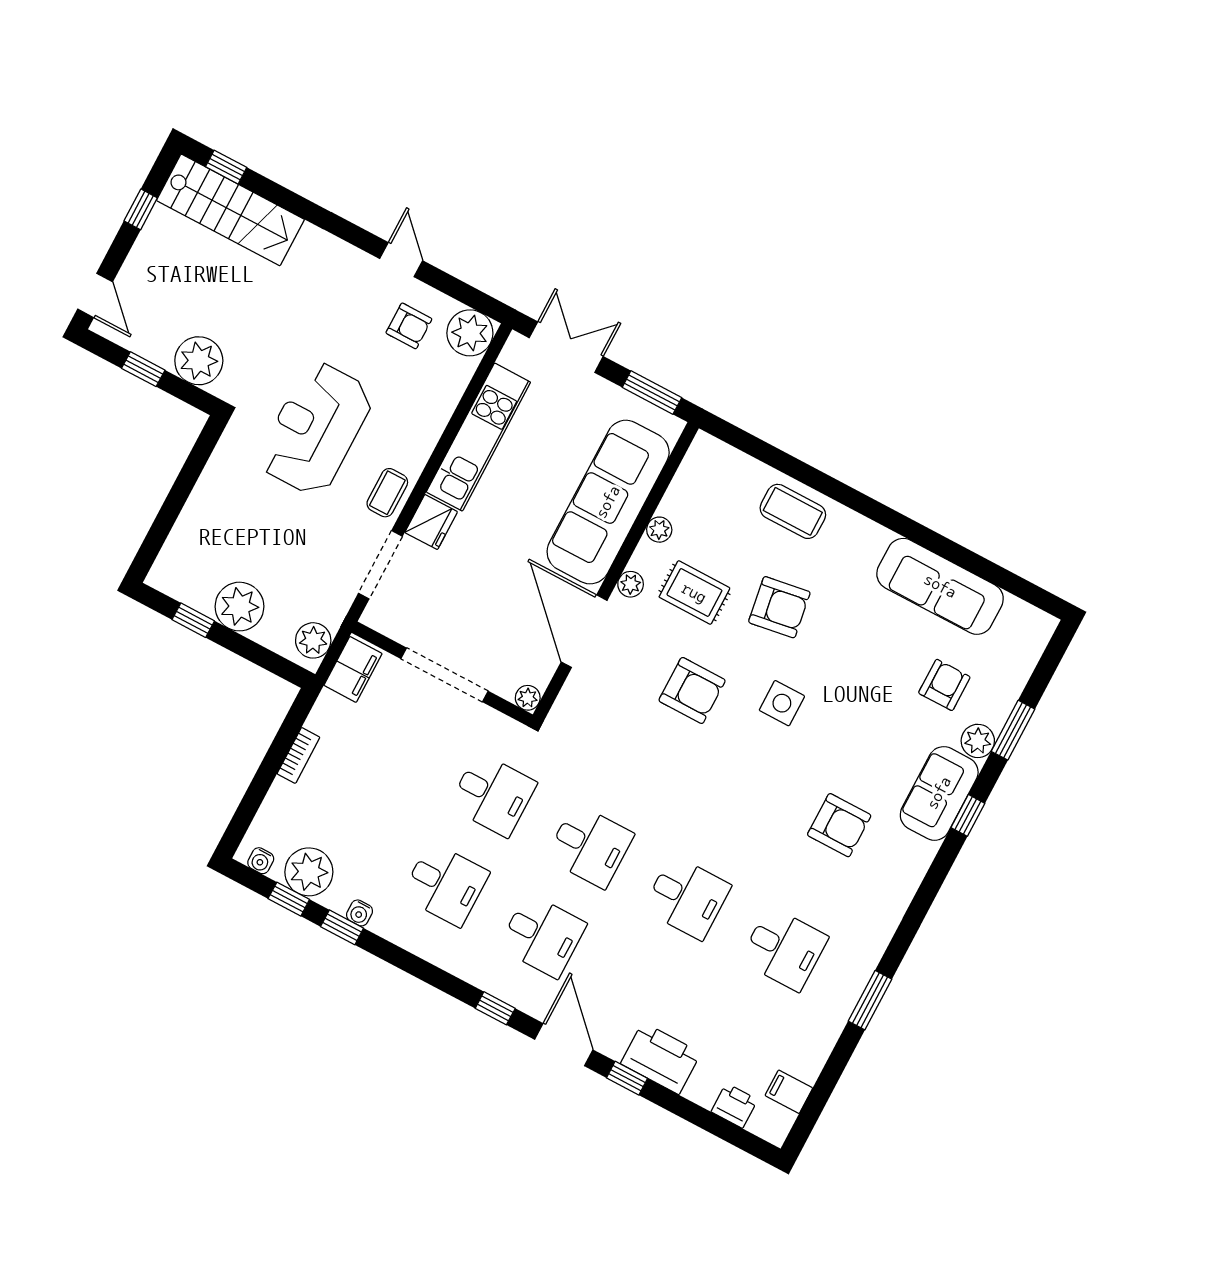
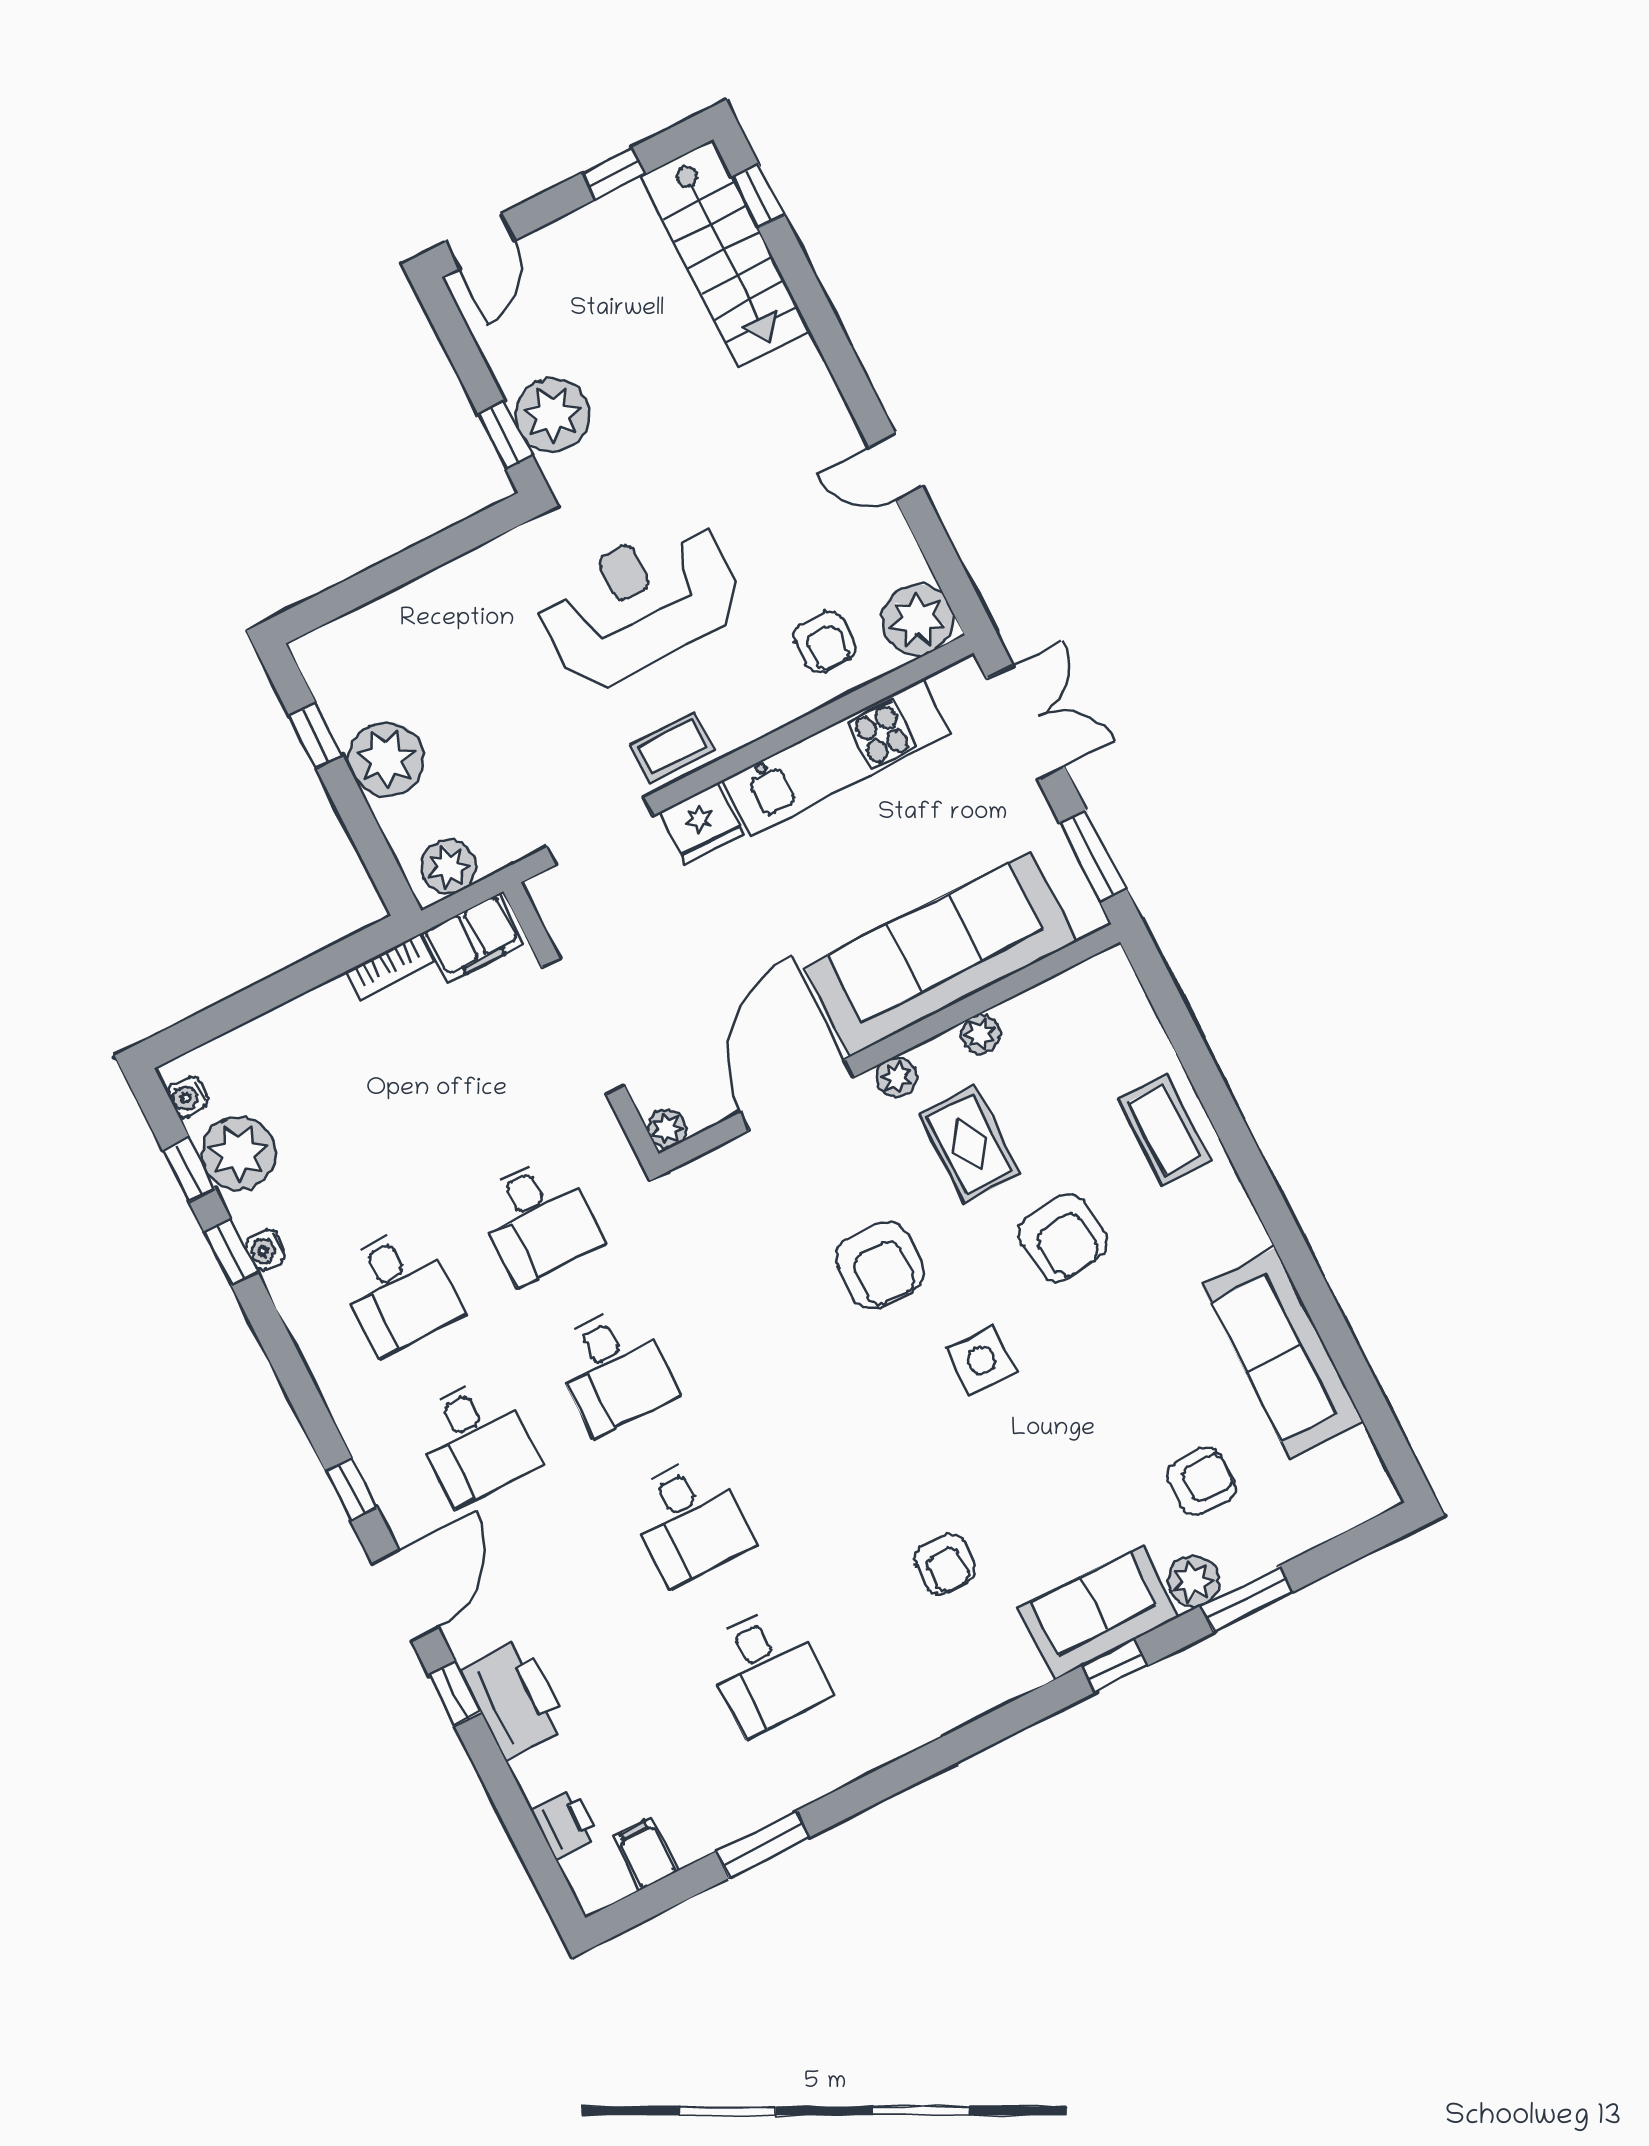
door: (401, 260) -> (896, 467), swing flipped
armchair: (409, 326) -> (825, 642), moved
window: (143, 369) -> (505, 435), moved
bookcase: (298, 755) -> (390, 967), moved
armchair: (839, 825) -> (945, 1564), width x0.72, depth x0.72
window: (870, 1000) -> (762, 1845), moved

